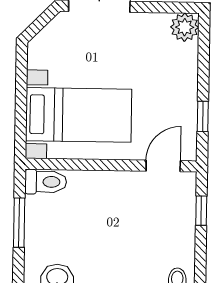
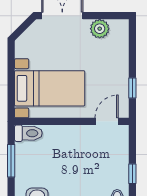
plant: (185, 27) -> (100, 29), moved
window: (201, 211) -> (132, 174), moved

